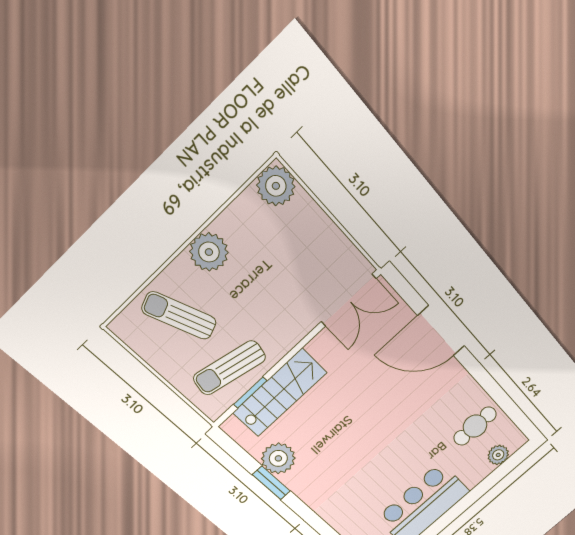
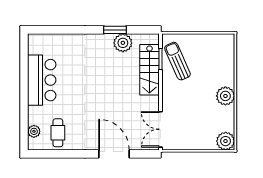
sun lounger: (179, 316) -> (214, 63), removed
door: (441, 331) -> (114, 154), hinge flipped
sun lounger: (229, 368) -> (177, 61), turned -36

